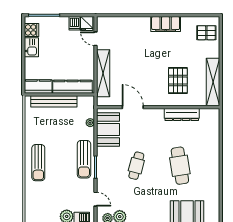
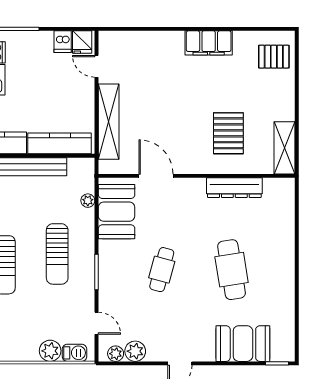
shelving: (213, 82) -> (284, 148), width x0.68
sun lounger: (84, 159) -> (57, 254), moved

